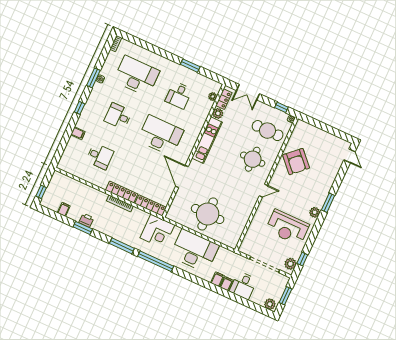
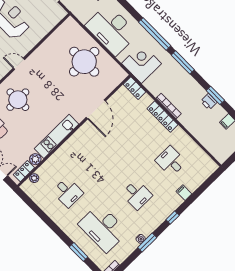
window: (190, 66) -> (79, 252), moved
desk: (179, 95) -> (68, 192), turned 90
desk: (160, 135) -> (102, 159), removed
locker: (151, 205) -> (134, 88), width x0.66

